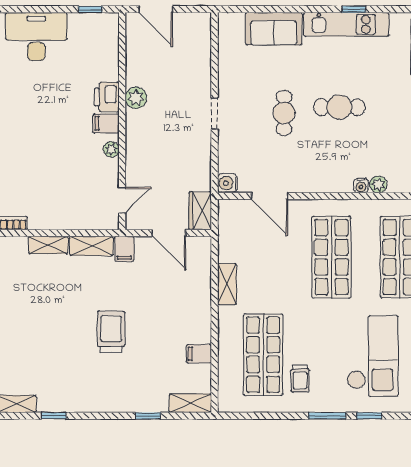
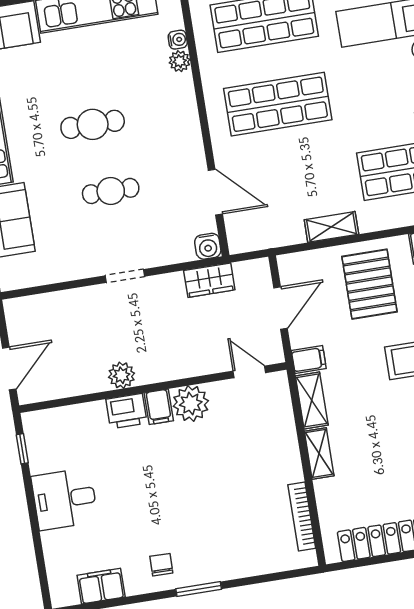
desk: (36, 37) -> (65, 499), width x0.73
cafe table: (339, 107) -> (93, 124), turned 90
plant: (111, 149) -> (191, 404), width x1.88, depth x1.88
water cooler: (361, 186) -> (178, 40), moved
door: (270, 196) -> (215, 192), hinge flipped
wardrobe: (200, 211) -> (209, 280), moved
pallet: (176, 307) -> (369, 284), added

